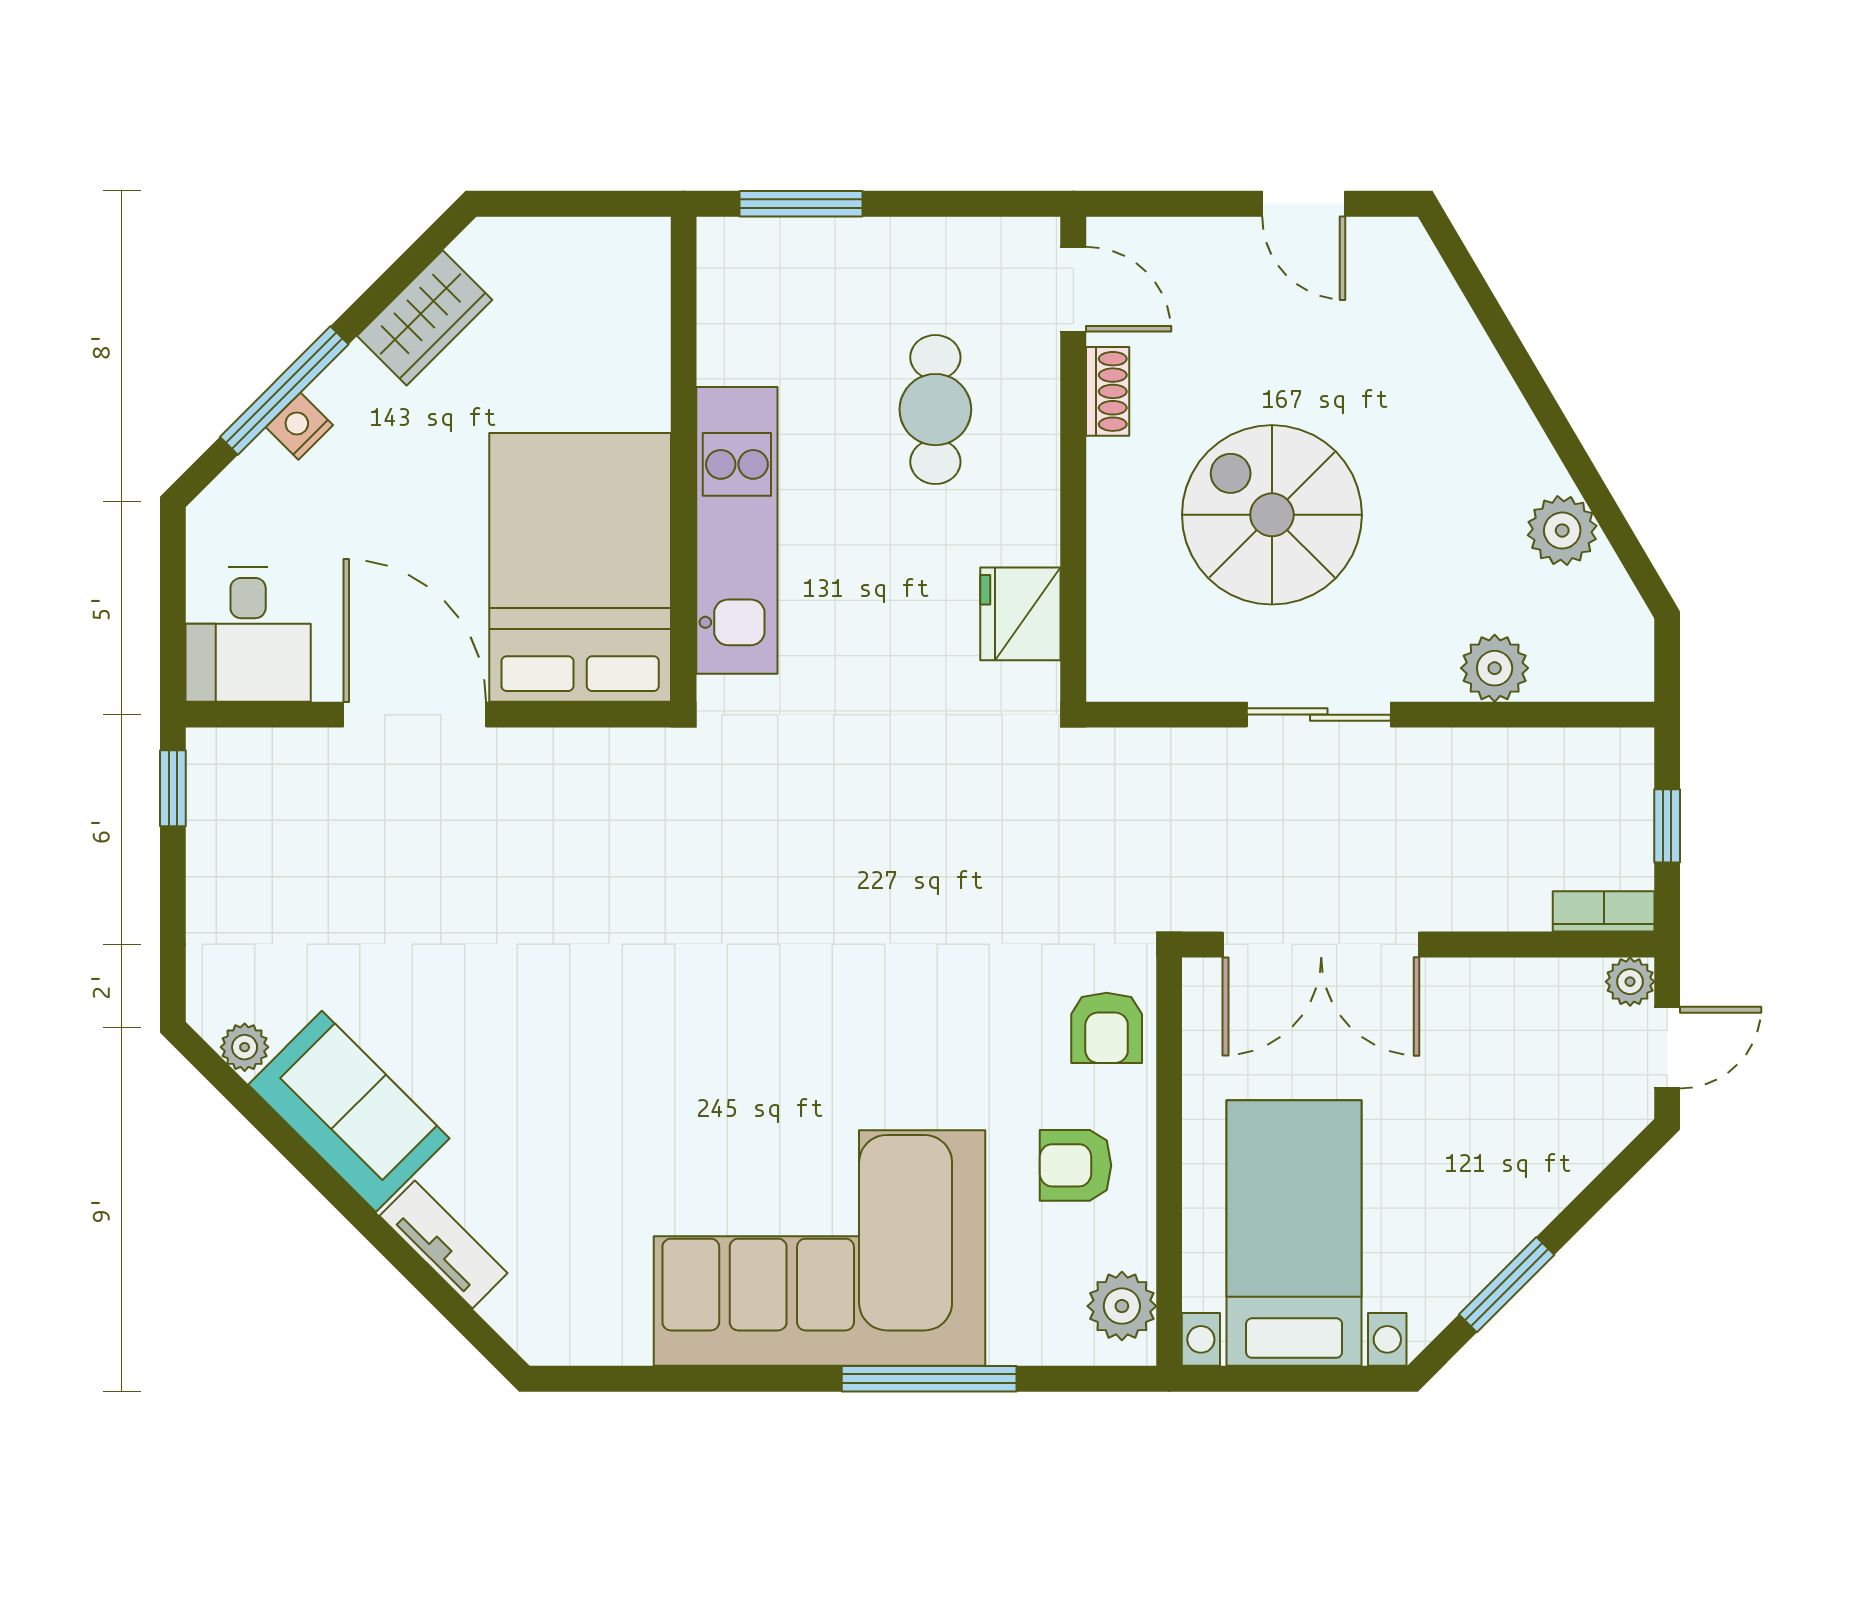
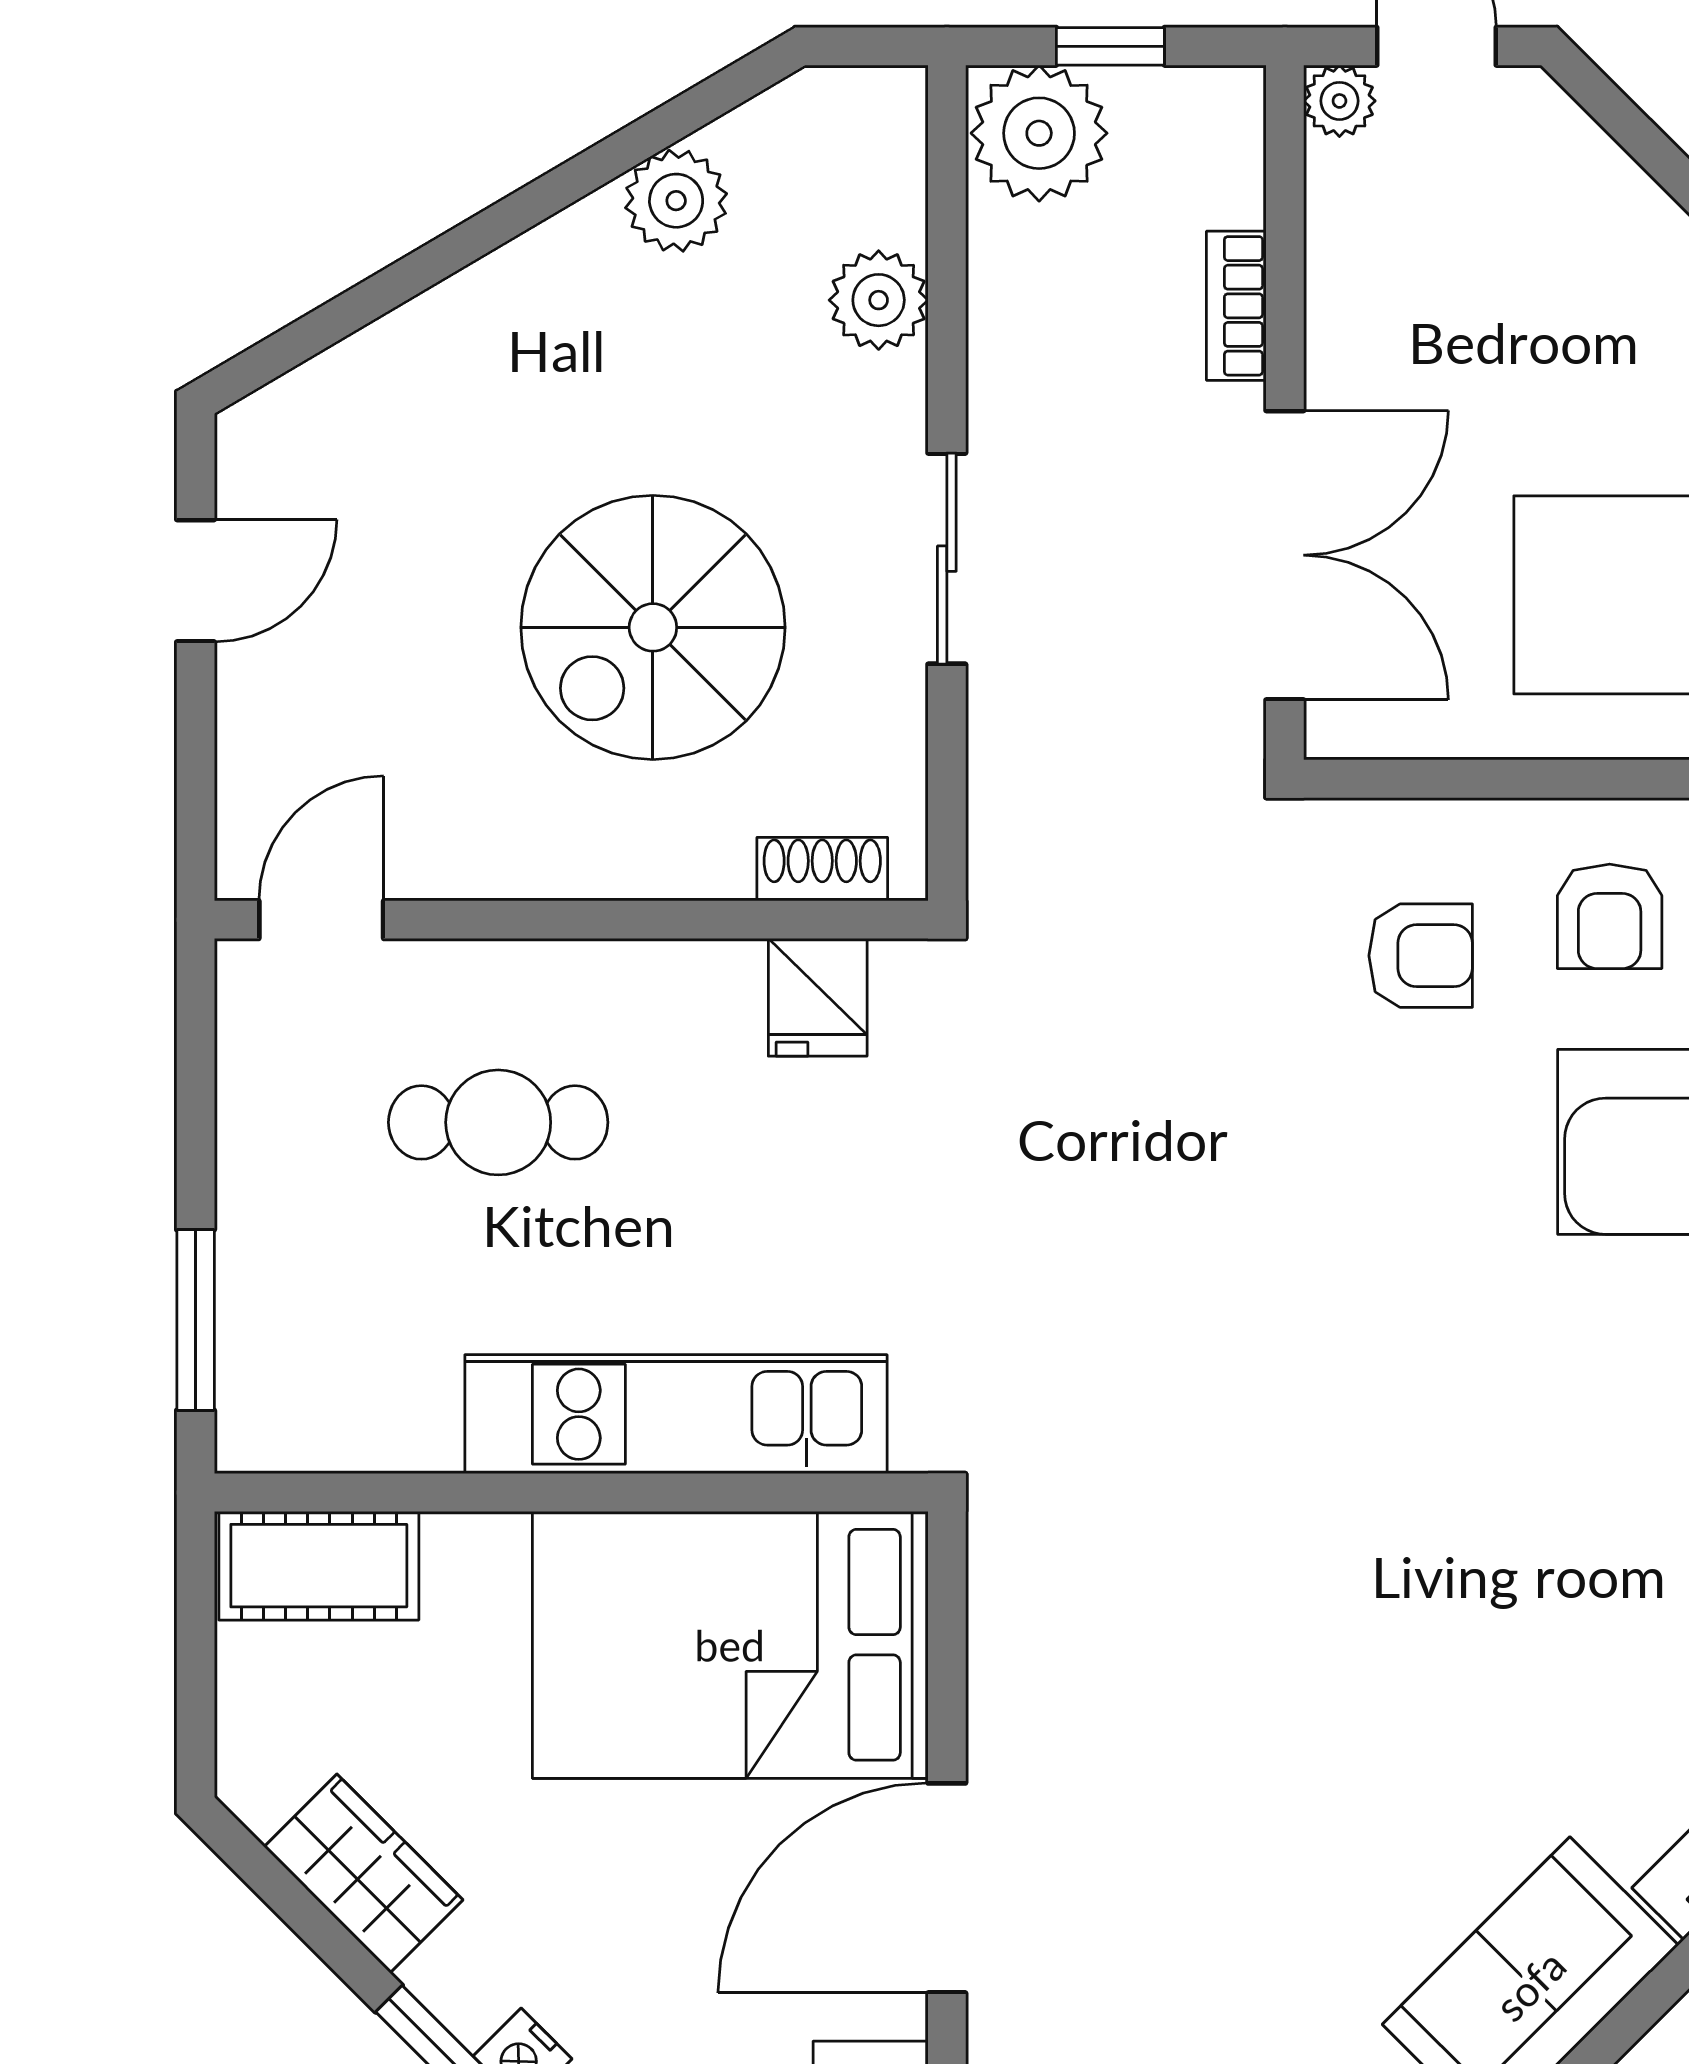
cot: (634, 288) -> (319, 1566), added
shoe rack: (1108, 391) -> (822, 869), moved
fridge: (1020, 614) -> (818, 997), width x0.72
plant: (1608, 777) -> (1039, 133), added
bookcase: (1604, 911) -> (1236, 306), moved
armchair: (1107, 1028) -> (1421, 956), moved

